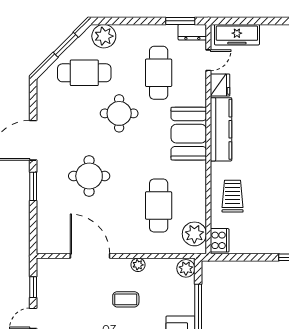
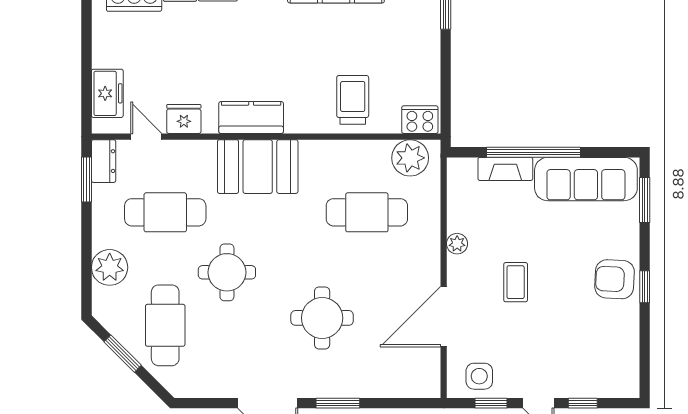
freezer: (237, 35) -> (107, 93), width x0.71
plant: (104, 36) -> (110, 267), moved
kitchen counter: (221, 129) -> (251, 118), width x0.67
trolley: (233, 196) -> (353, 100), turned 90
plant: (186, 268) -> (462, 171), removed
side table: (51, 279) -> (479, 376), added
fireplace: (187, 297) -> (505, 169), added
coffee table: (126, 299) -> (516, 282), moved

